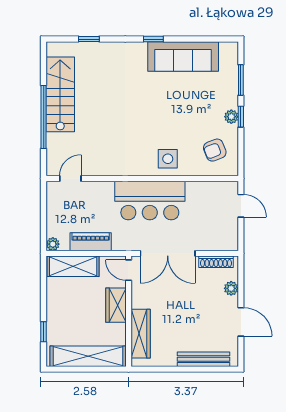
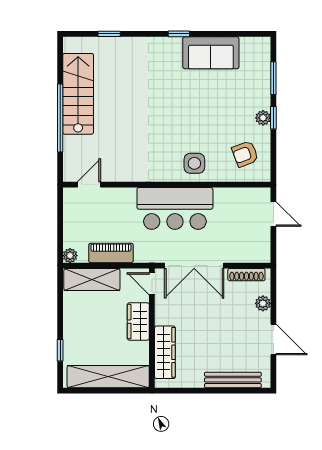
sofa: (183, 57) -> (211, 53), width x0.73

